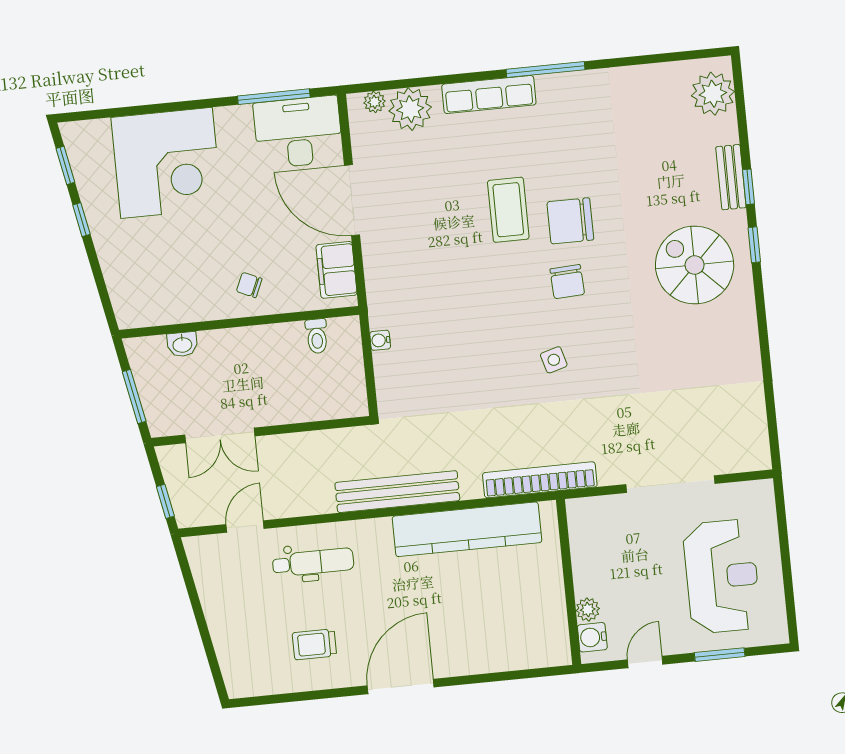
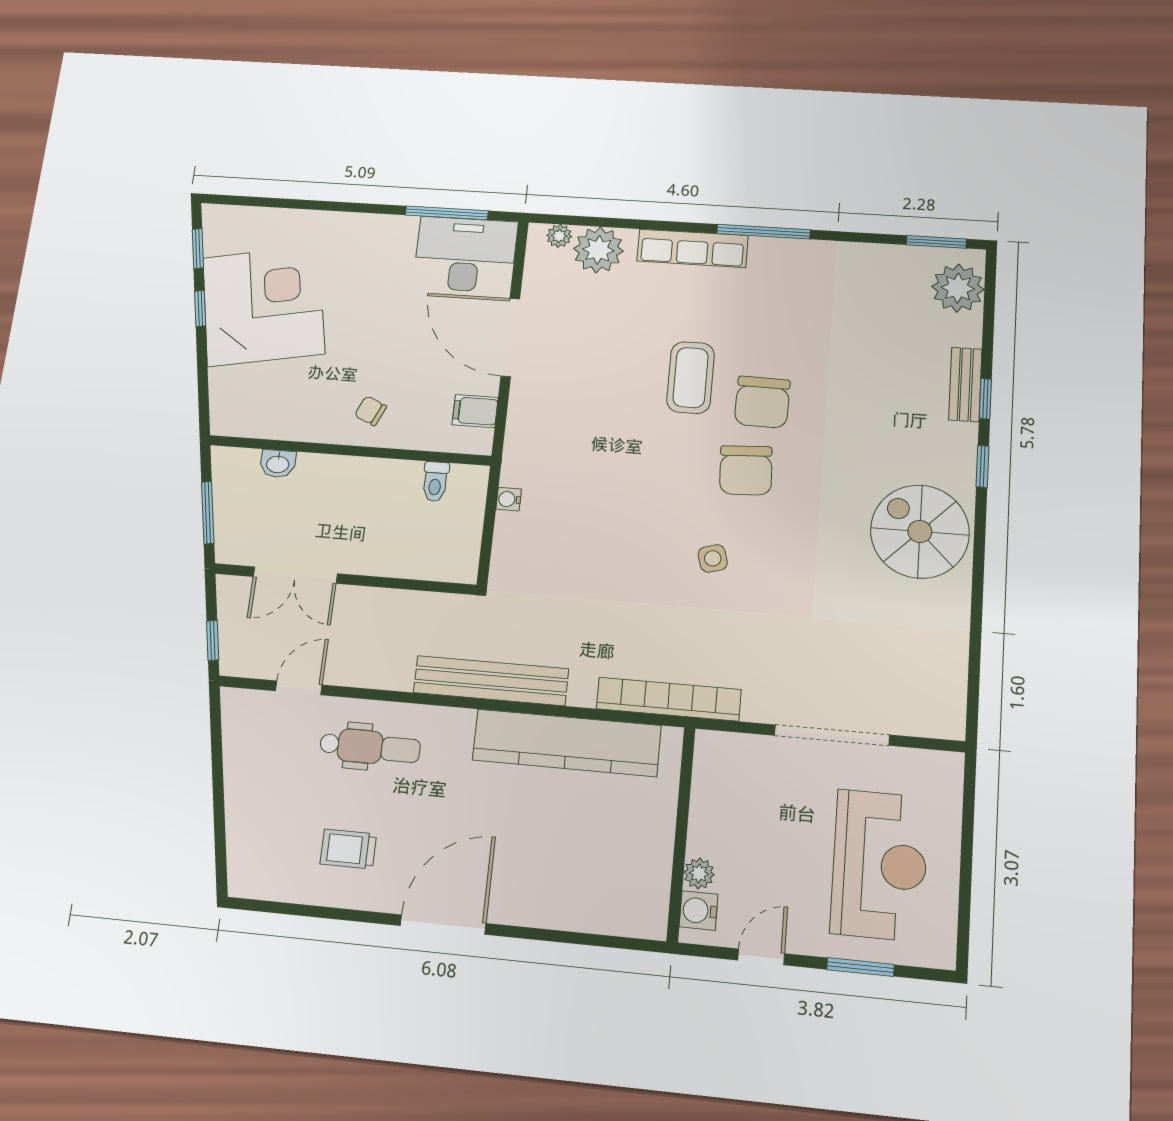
window: (689, 55) -> (936, 242), added
corner desk: (167, 163) -> (263, 306), moved, turned -101
chair: (570, 221) -> (762, 402), turned -89
spiral stairs: (695, 265) -> (920, 532), moved
filing cabinet: (337, 270) -> (475, 411), width x0.50
chair: (567, 282) -> (746, 470), width x1.37, depth x1.37

